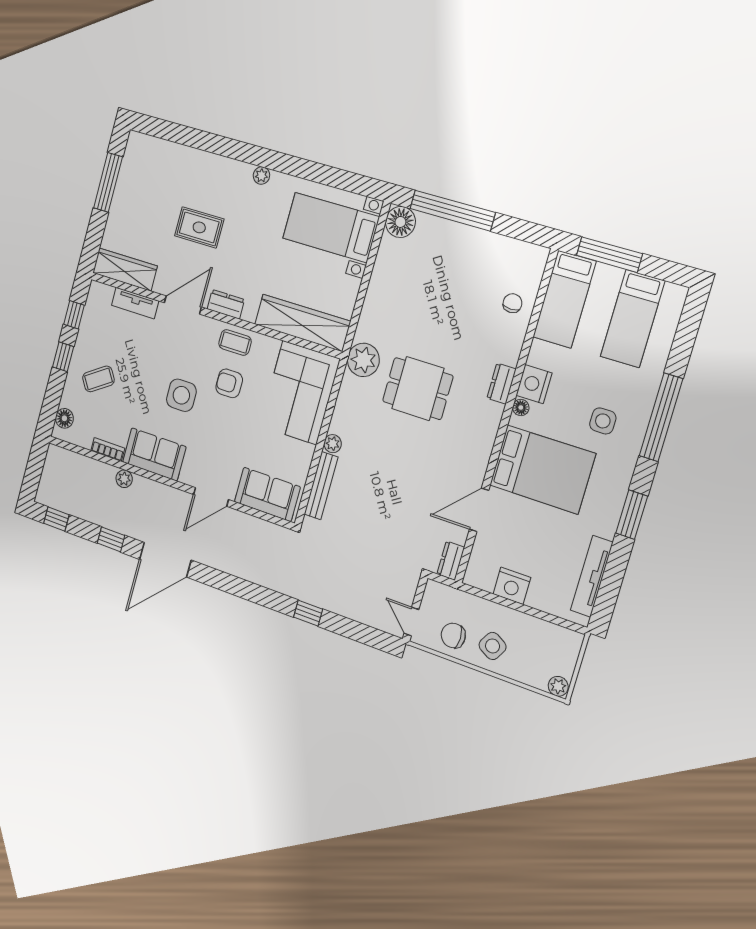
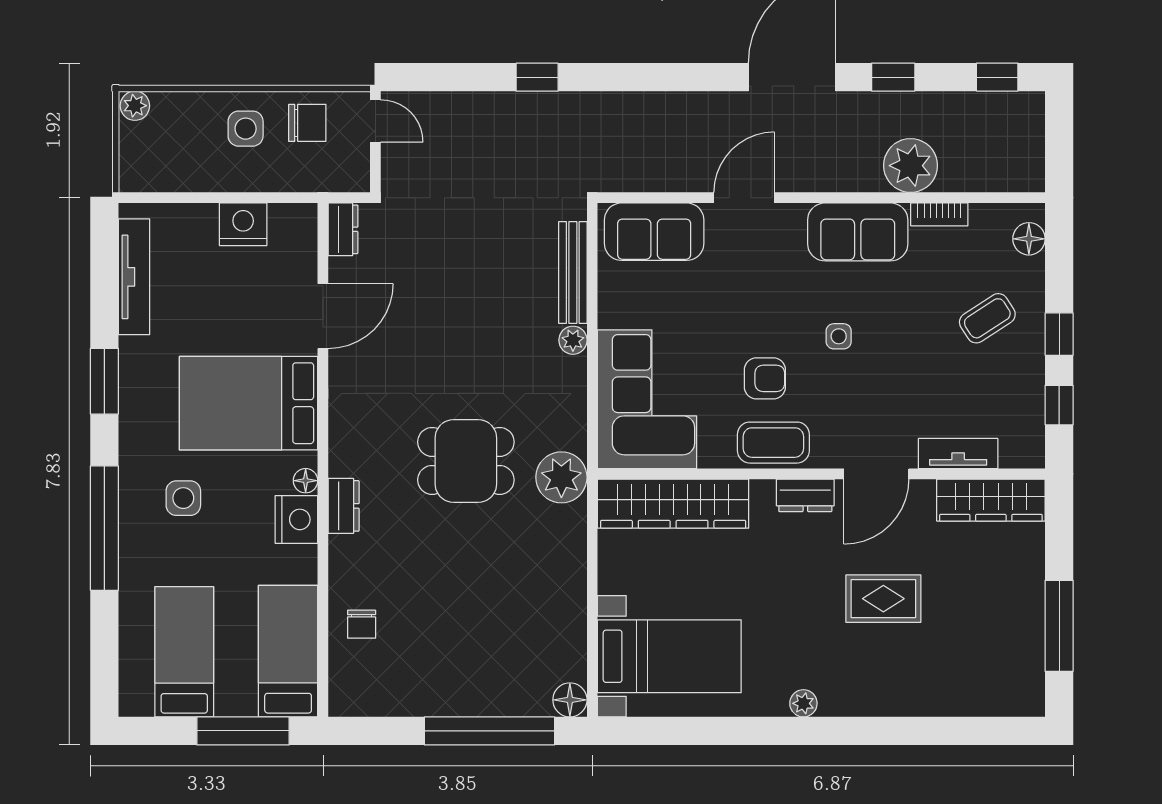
floor lamp: (400, 222) -> (570, 700), width x0.73, depth x0.73
coffee table: (235, 342) -> (773, 443), width x1.36, depth x1.30
side table: (181, 395) -> (839, 336), width x0.54, depth x0.54
plant: (124, 479) -> (911, 166), width x1.87, depth x1.87
side table: (493, 646) -> (246, 129), turned -30

